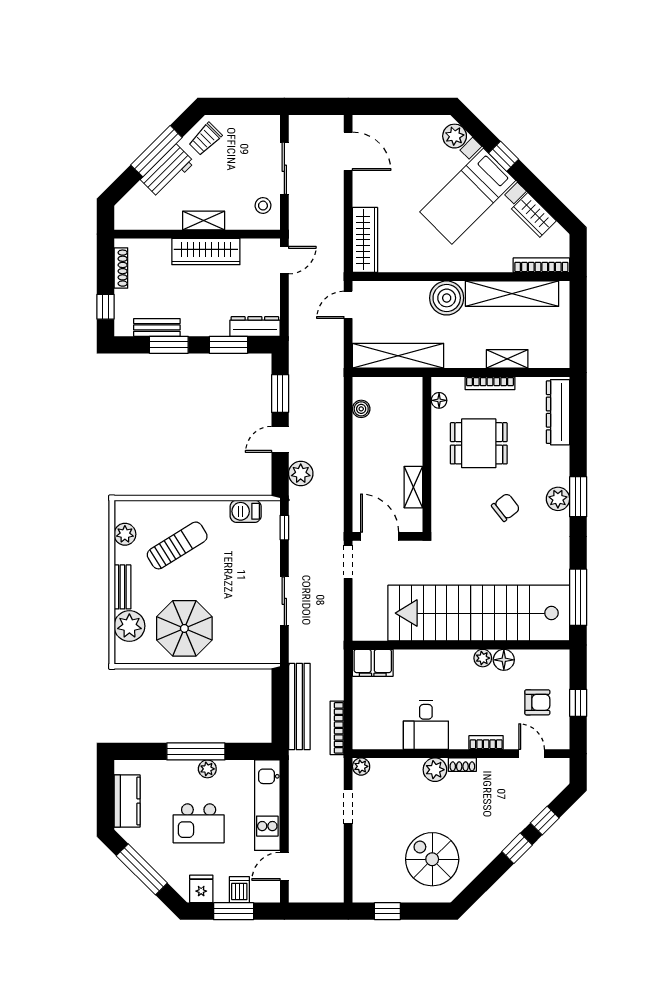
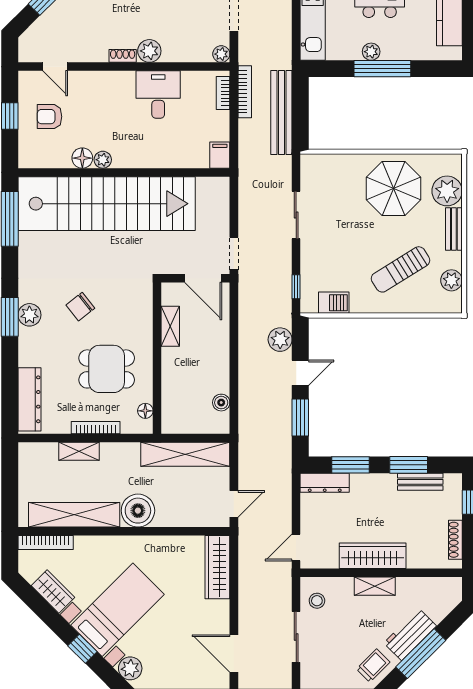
filing cabinet: (373, 663) -> (220, 155), width x0.50
bookcase: (486, 742) -> (223, 93), moved, turned 90

